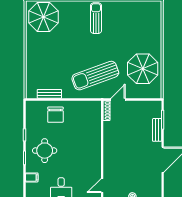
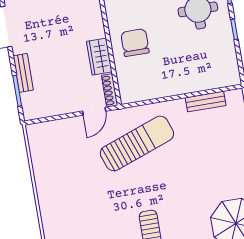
parasol: (143, 69) -> (63, 167), removed
chair: (55, 115) -> (135, 43), moved
wardrobe: (109, 132) -> (99, 57), added

